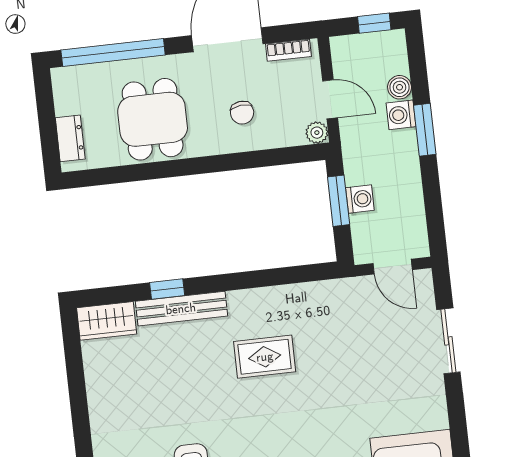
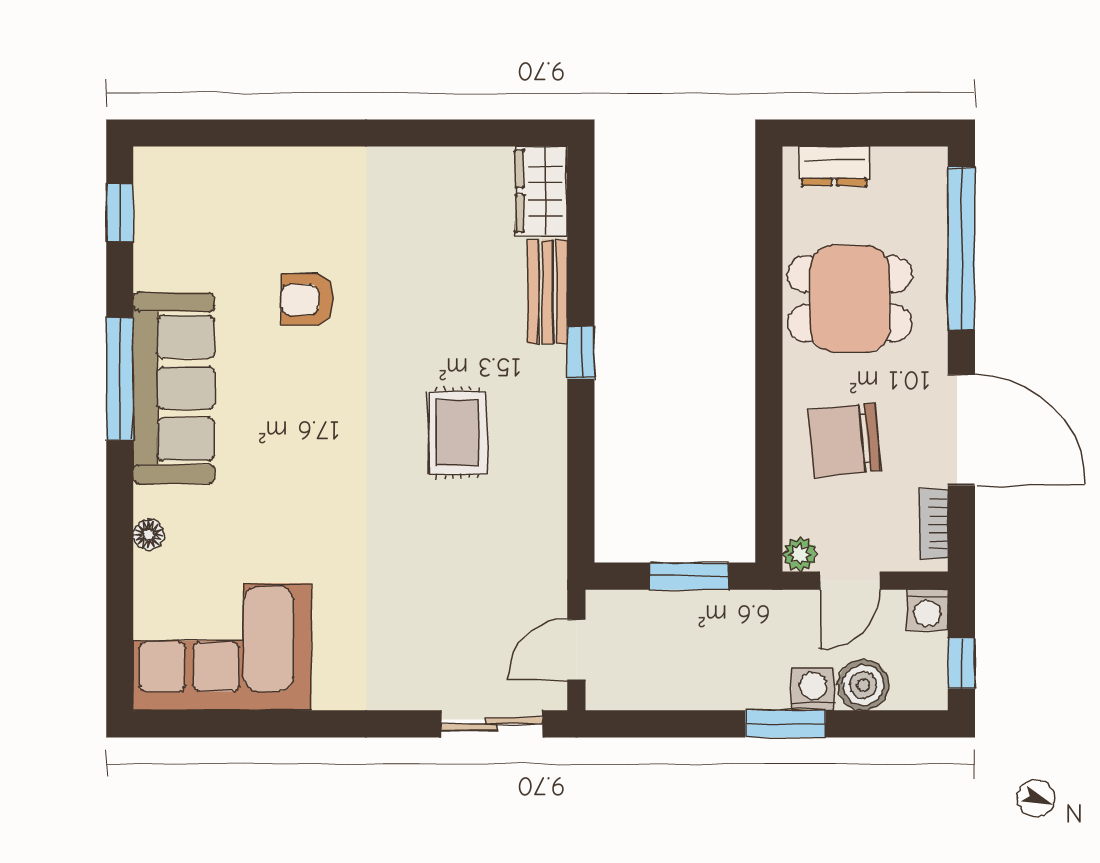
boiler: (400, 87) -> (863, 685), width x1.36, depth x1.36
chair: (242, 113) -> (844, 440), width x1.87, depth x1.87
washing machine: (360, 199) -> (928, 610), moved
window: (167, 289) -> (581, 353), moved
bench: (181, 309) -> (548, 292), width x0.73
sliding door: (448, 341) -> (492, 724), moved

